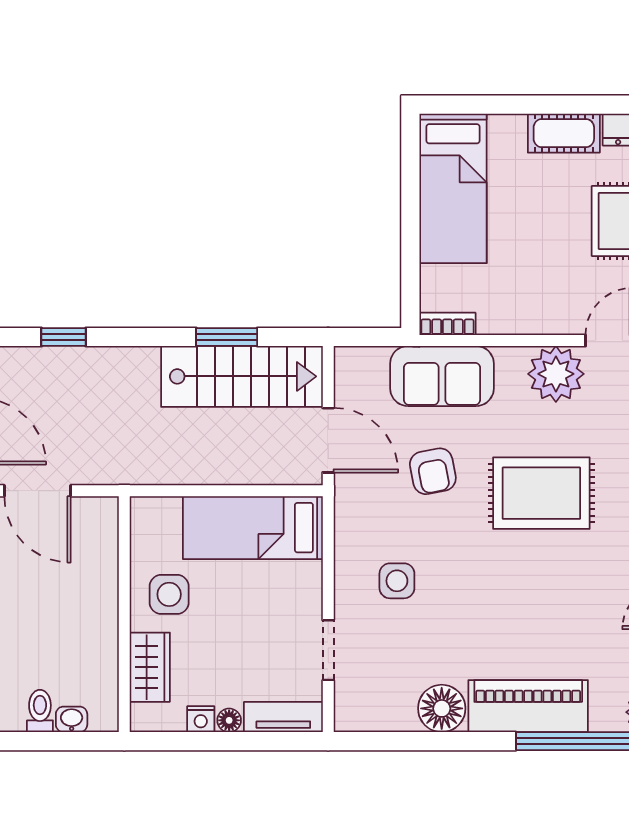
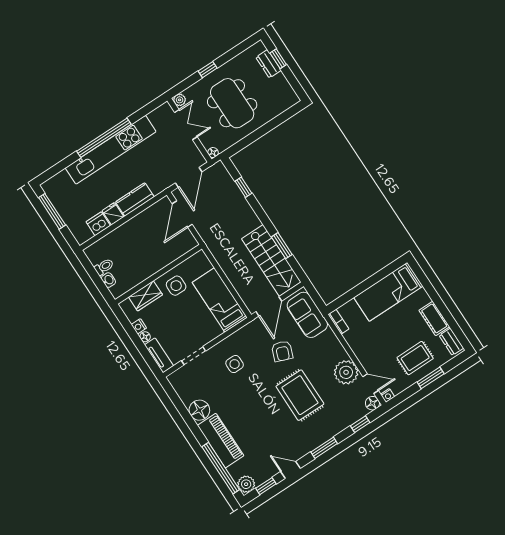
sofa: (442, 376) -> (307, 315), moved
armchair: (433, 471) -> (282, 351), turned -58

